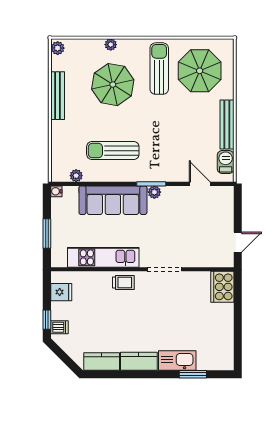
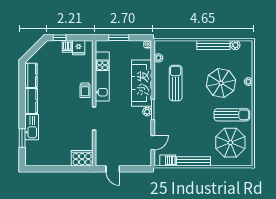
plant: (58, 48) -> (235, 45), moved
dishwasher: (59, 327) -> (67, 46), moved

